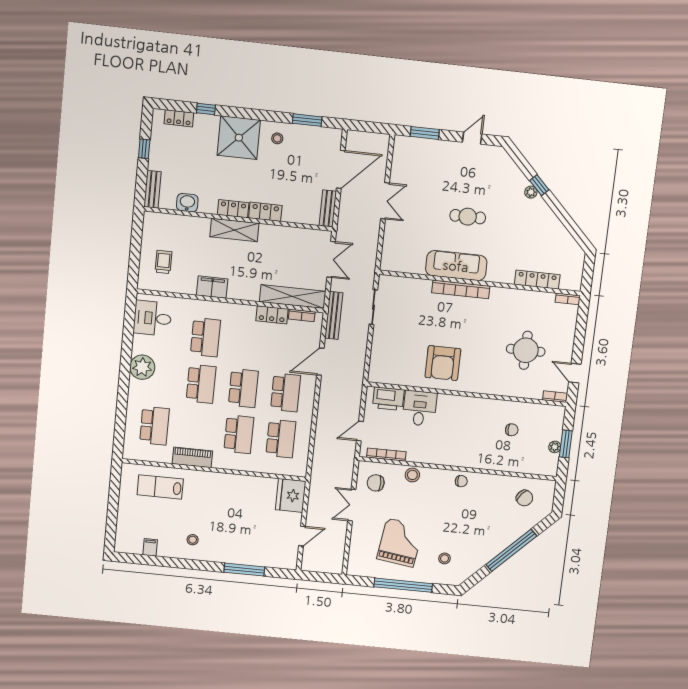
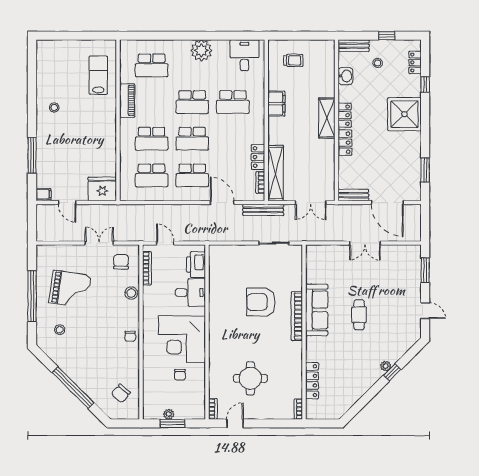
stool: (277, 138) -> (378, 63), moved
armchair: (443, 363) -> (261, 302), moved
corner desk: (472, 423) -> (182, 339), added
filing cabinet: (150, 547) -> (44, 194), moved

